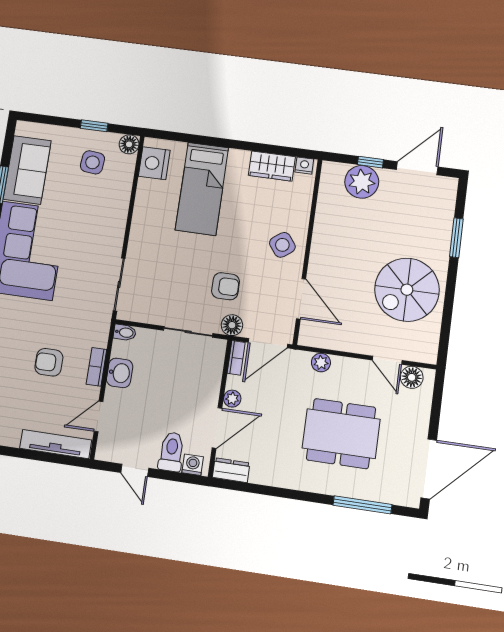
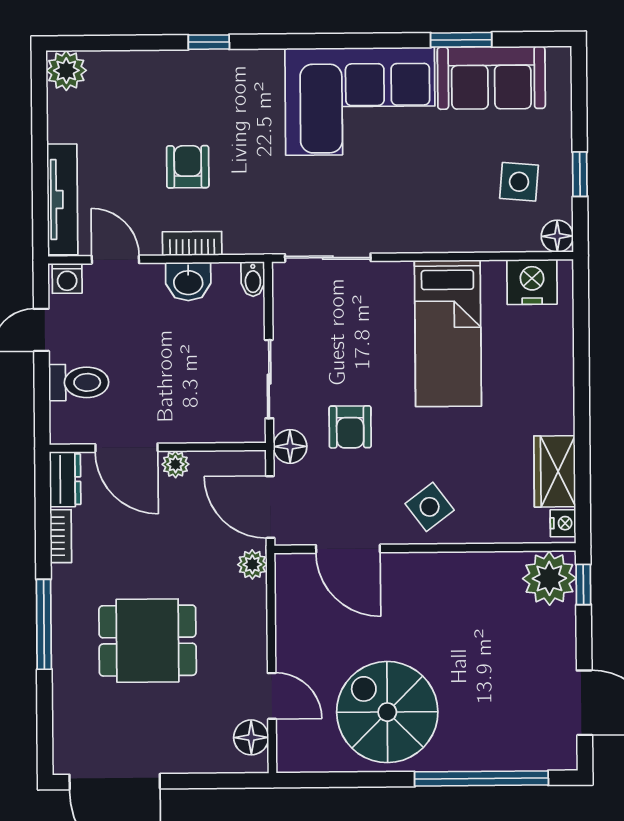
window: (370, 162) -> (583, 585), moved
plant: (362, 182) -> (549, 578), moved
bed: (202, 189) -> (448, 333), moved, turned -90
window: (456, 238) -> (481, 778), width x2.11
door: (301, 299) -> (348, 549), hinge flipped
bookcase: (236, 358) -> (61, 536), moved, turned -90
door: (387, 360) -> (272, 696), swing flipped
plant: (321, 363) -> (252, 564), moved
dining table: (341, 434) -> (148, 641), width x0.73
washing machine: (193, 465) -> (67, 278), moved, turned 90
window: (362, 505) -> (44, 624), moved

